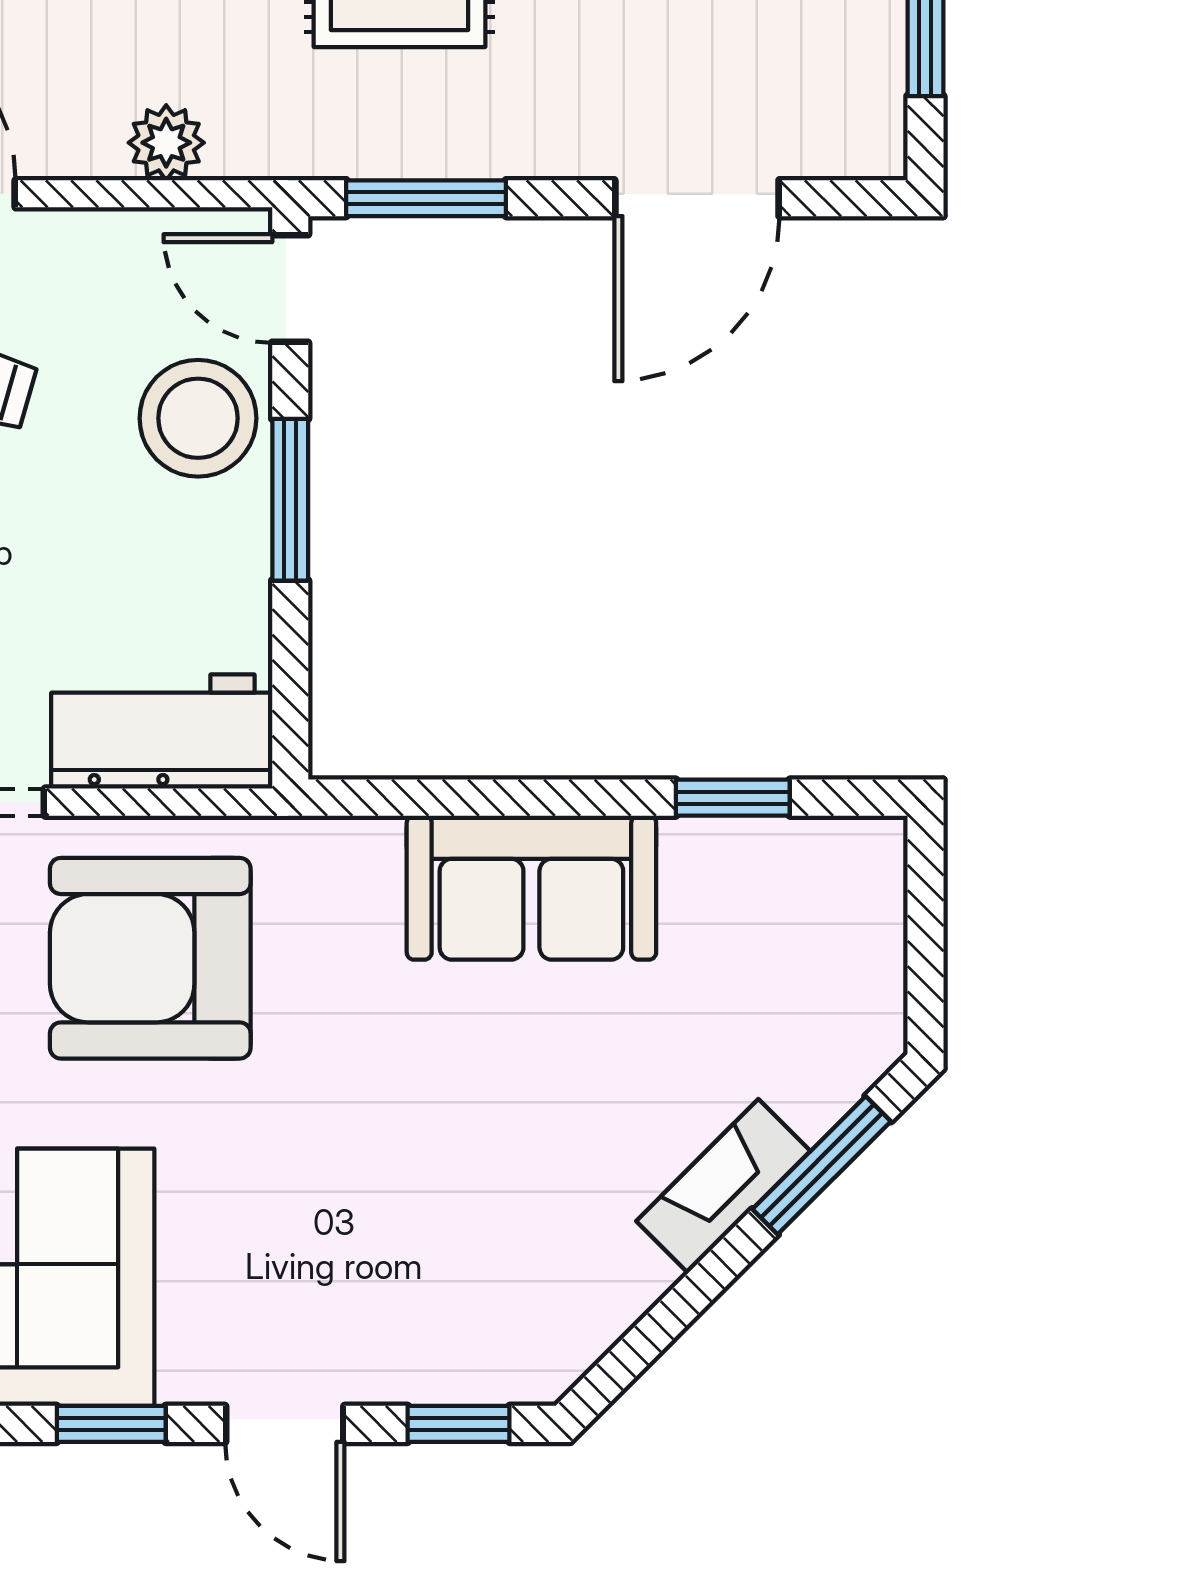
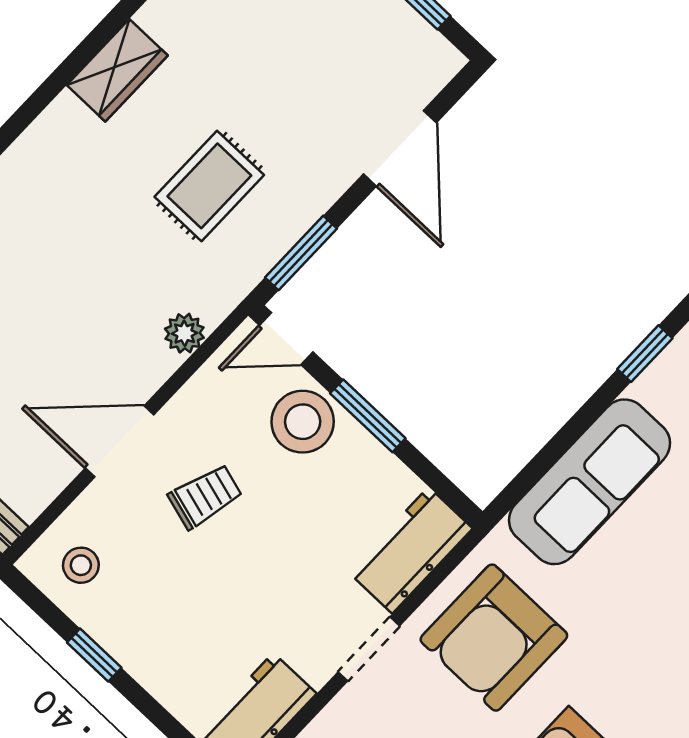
sofa: (531, 888) -> (590, 482), width x1.36

